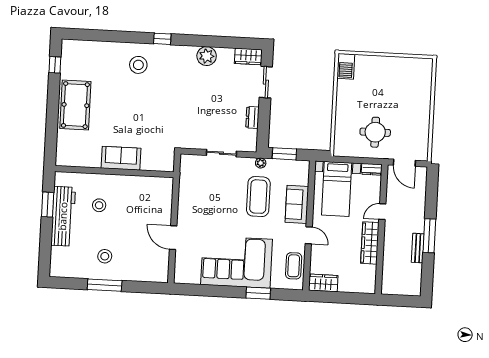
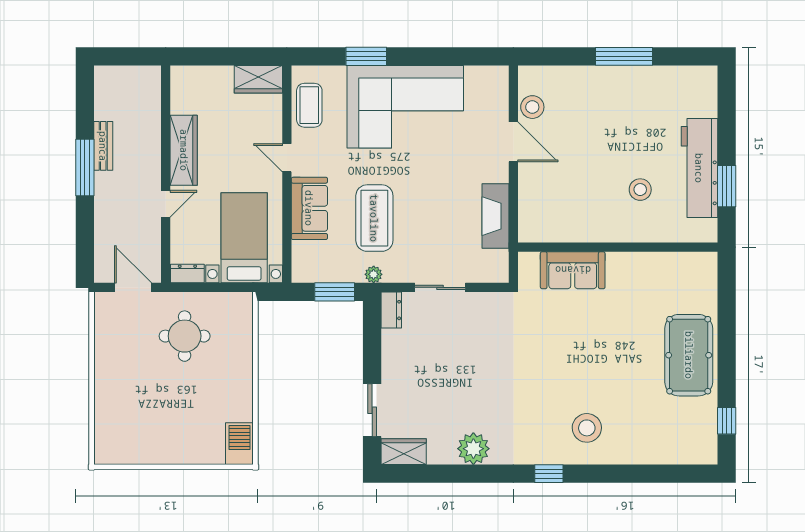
dresser: (252, 117) -> (391, 310), moved
sofa: (121, 158) -> (573, 270), moved
fireplace: (186, 194) -> (496, 216), added
stool: (105, 256) -> (532, 107), moved

